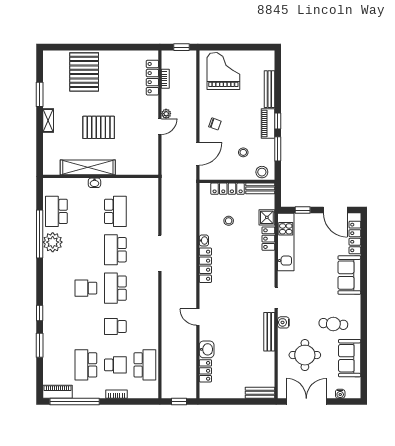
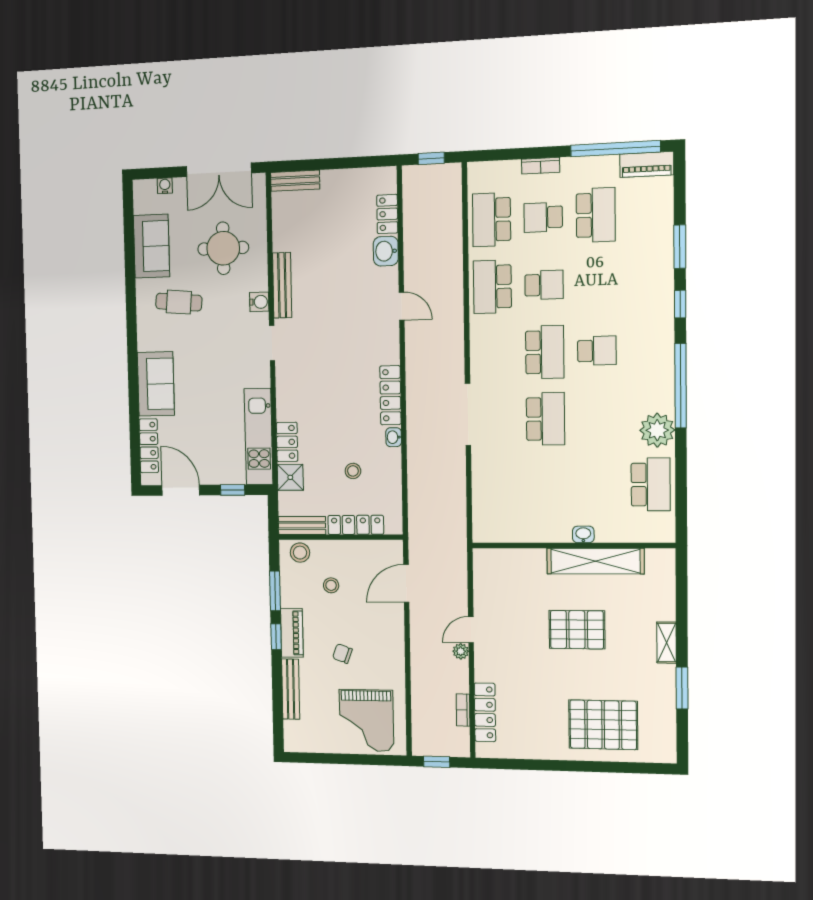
pallet: (84, 72) -> (603, 725), turned 90
chair: (215, 124) -> (342, 654), moved
school desk: (115, 211) -> (492, 287), moved
window: (40, 234) -> (681, 386), moved

